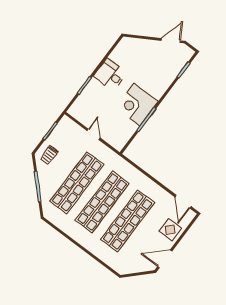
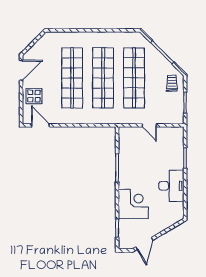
desk: (110, 75) -> (171, 186), width x1.37
corner desk: (137, 104) -> (133, 204), moved

